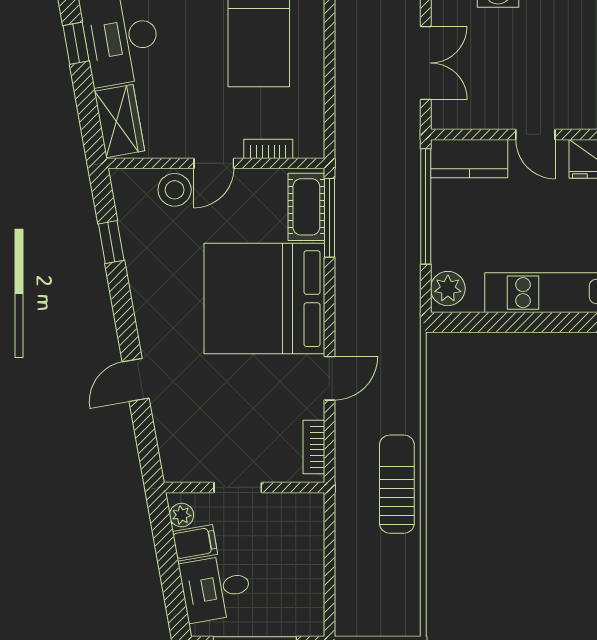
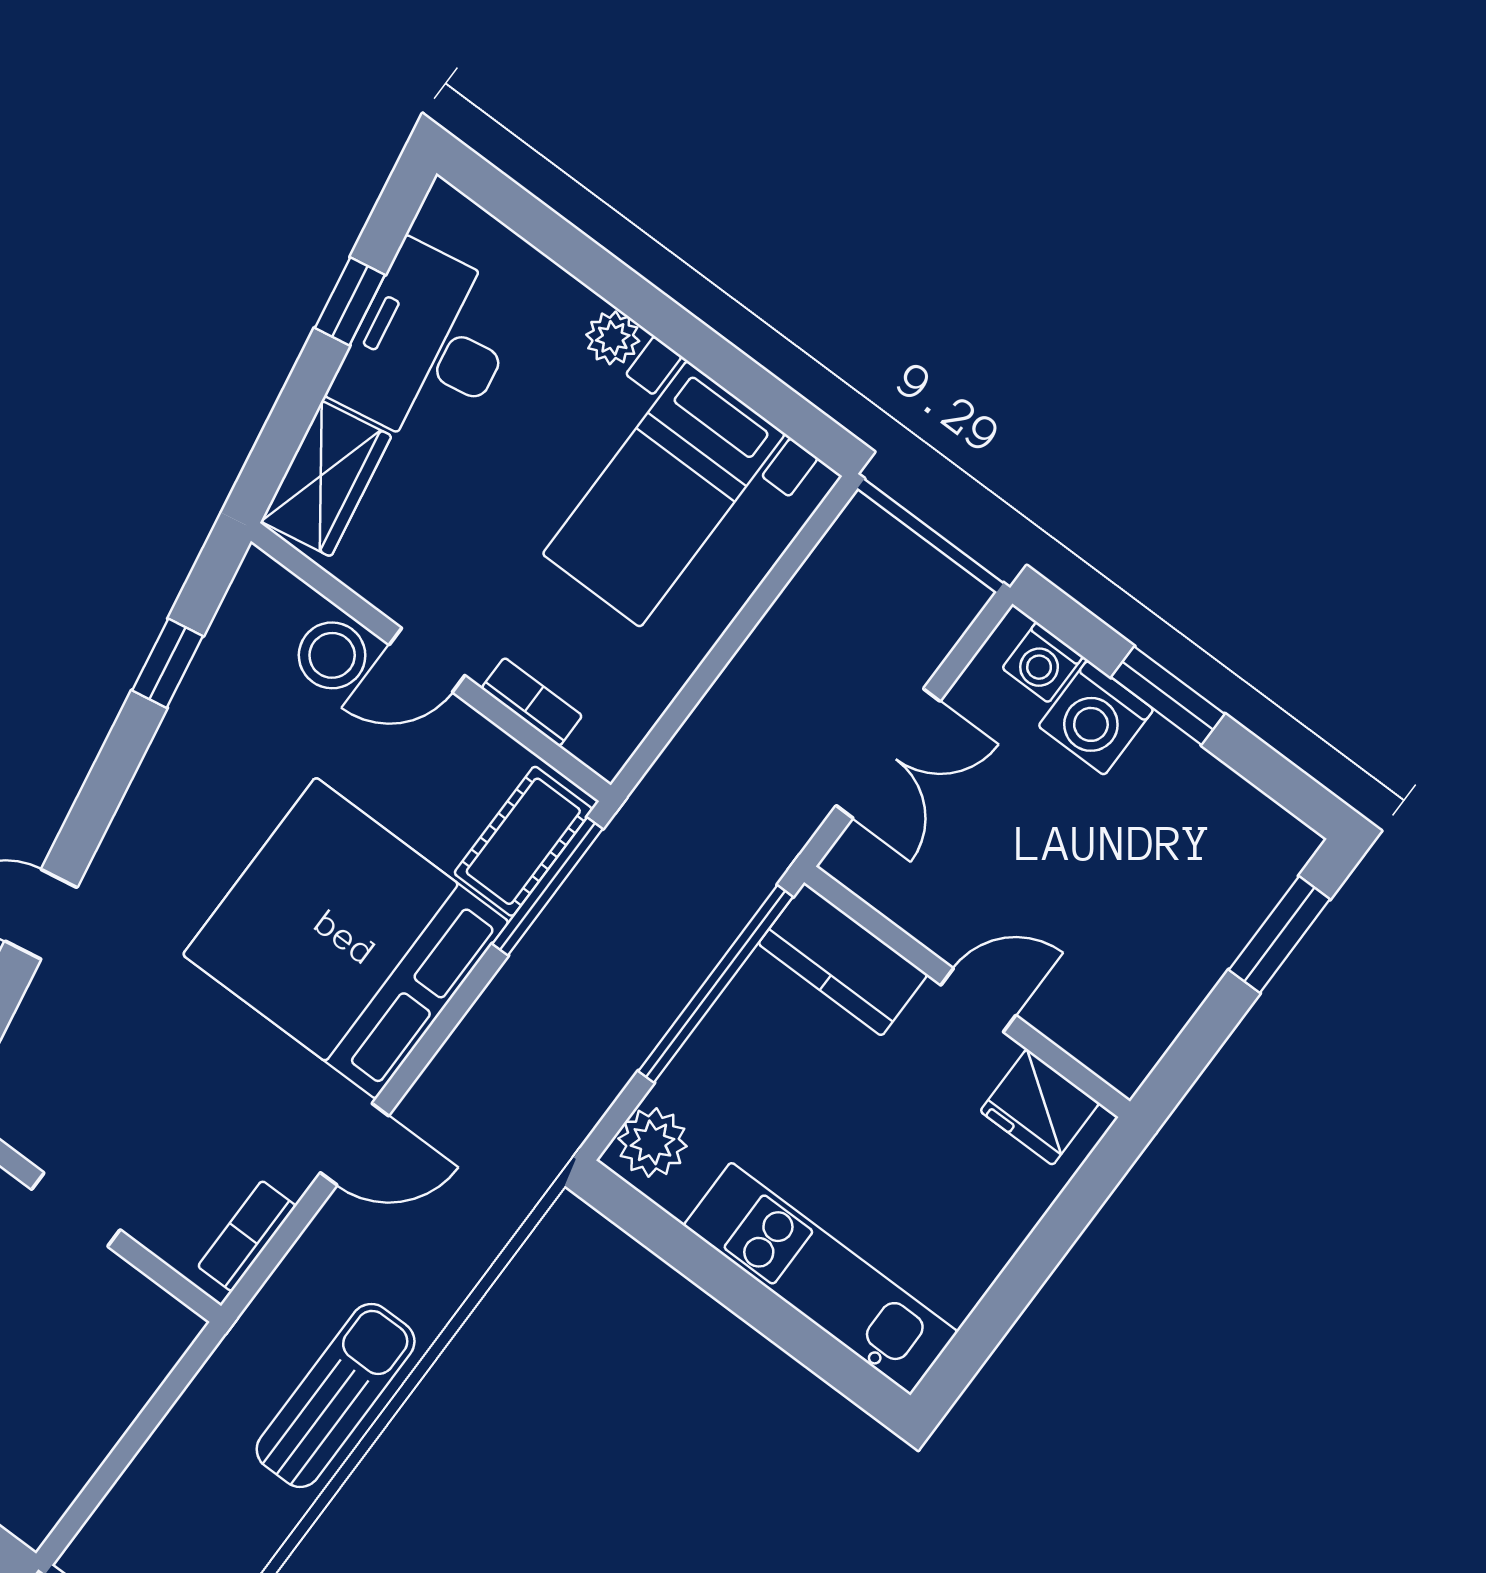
door: (535, 134) -> (978, 1000), swing flipped

